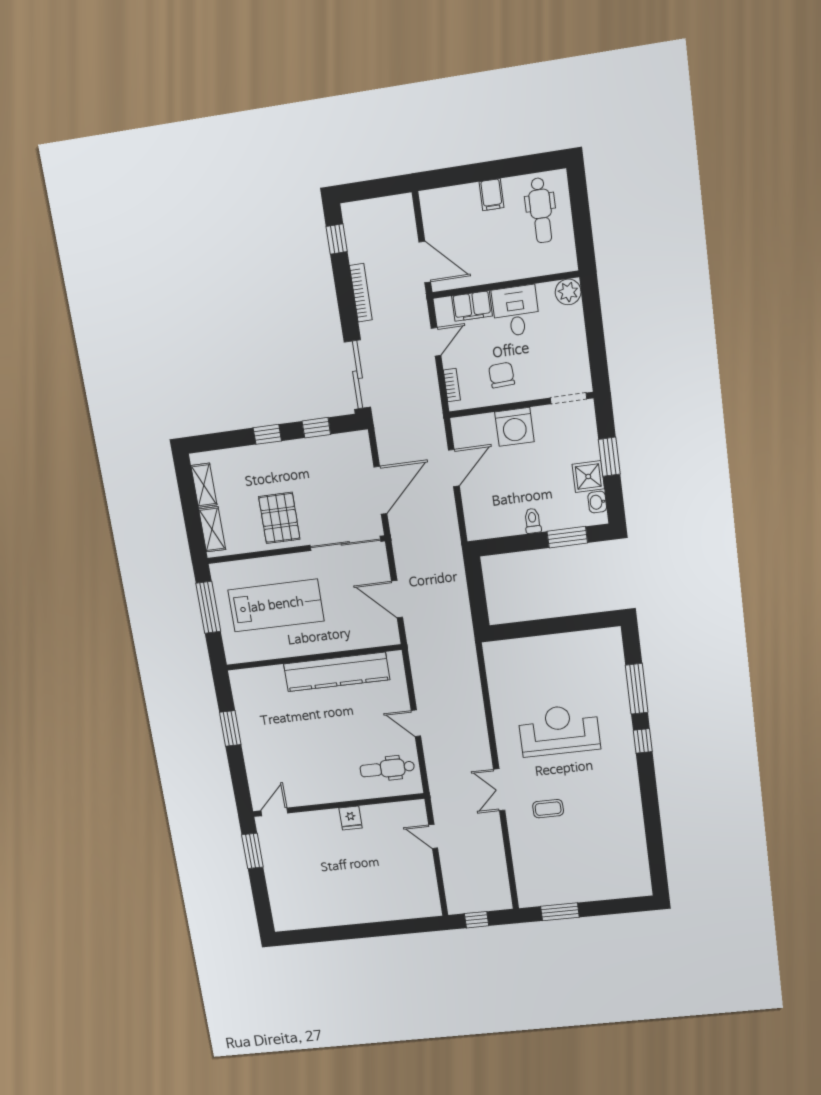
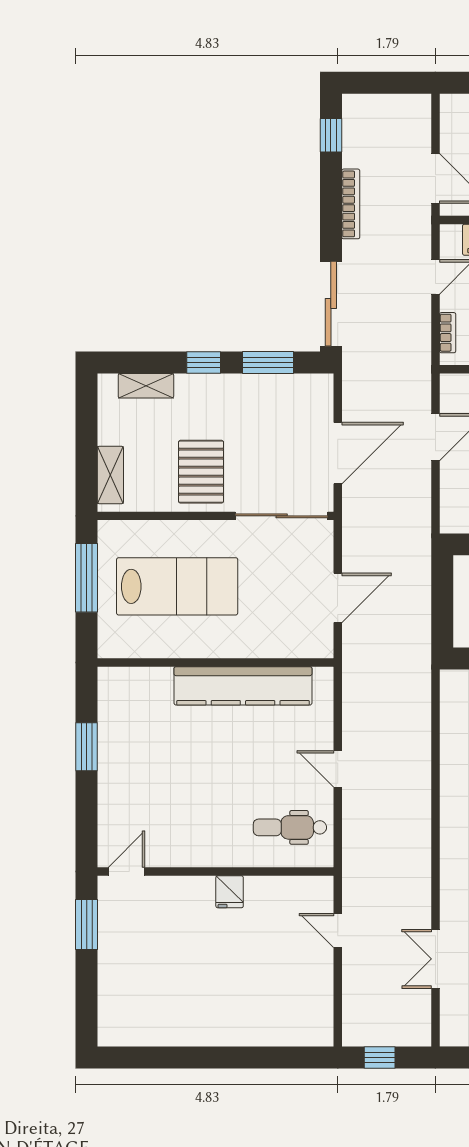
window: (316, 428) -> (268, 362), width x1.50
shelving: (204, 485) -> (146, 386), moved, turned 90
door: (397, 599) -> (338, 598), swing flipped
double door: (499, 790) -> (435, 959), moved

